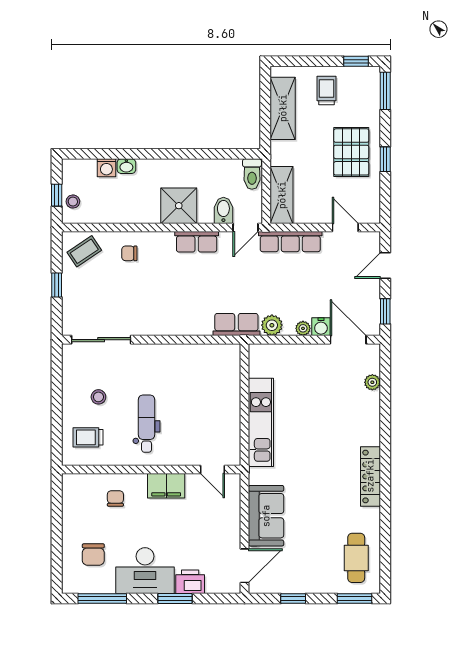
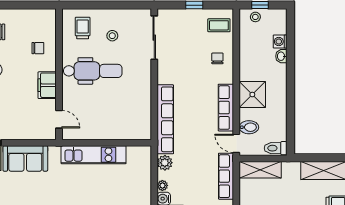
row of seats: (197, 242) -> (226, 108), width x1.48
coffee table: (84, 251) -> (219, 25), turned -56
row of seats: (236, 325) -> (165, 119), width x2.02
dental chair: (147, 424) -> (93, 71), width x1.36, depth x1.38
door: (212, 470) -> (59, 119), swing flipped

